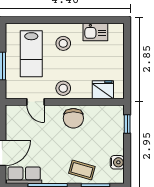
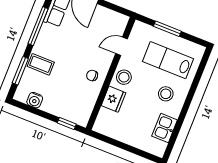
fridge: (103, 90) -> (114, 99), moved
chair: (73, 118) -> (92, 75), width x0.54, depth x0.54
coffee table: (82, 170) -> (41, 64), turned 74

